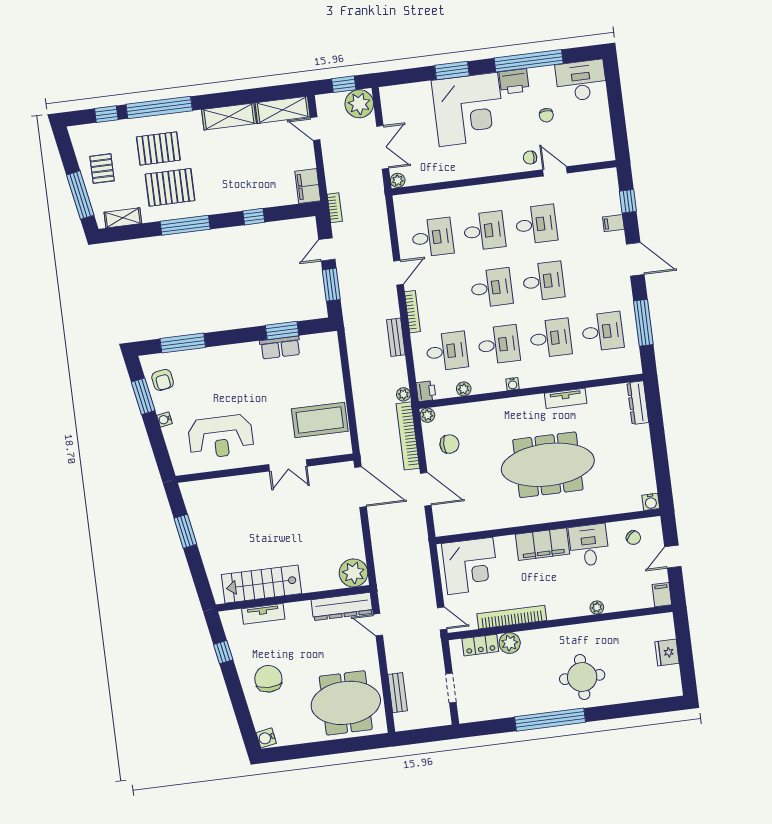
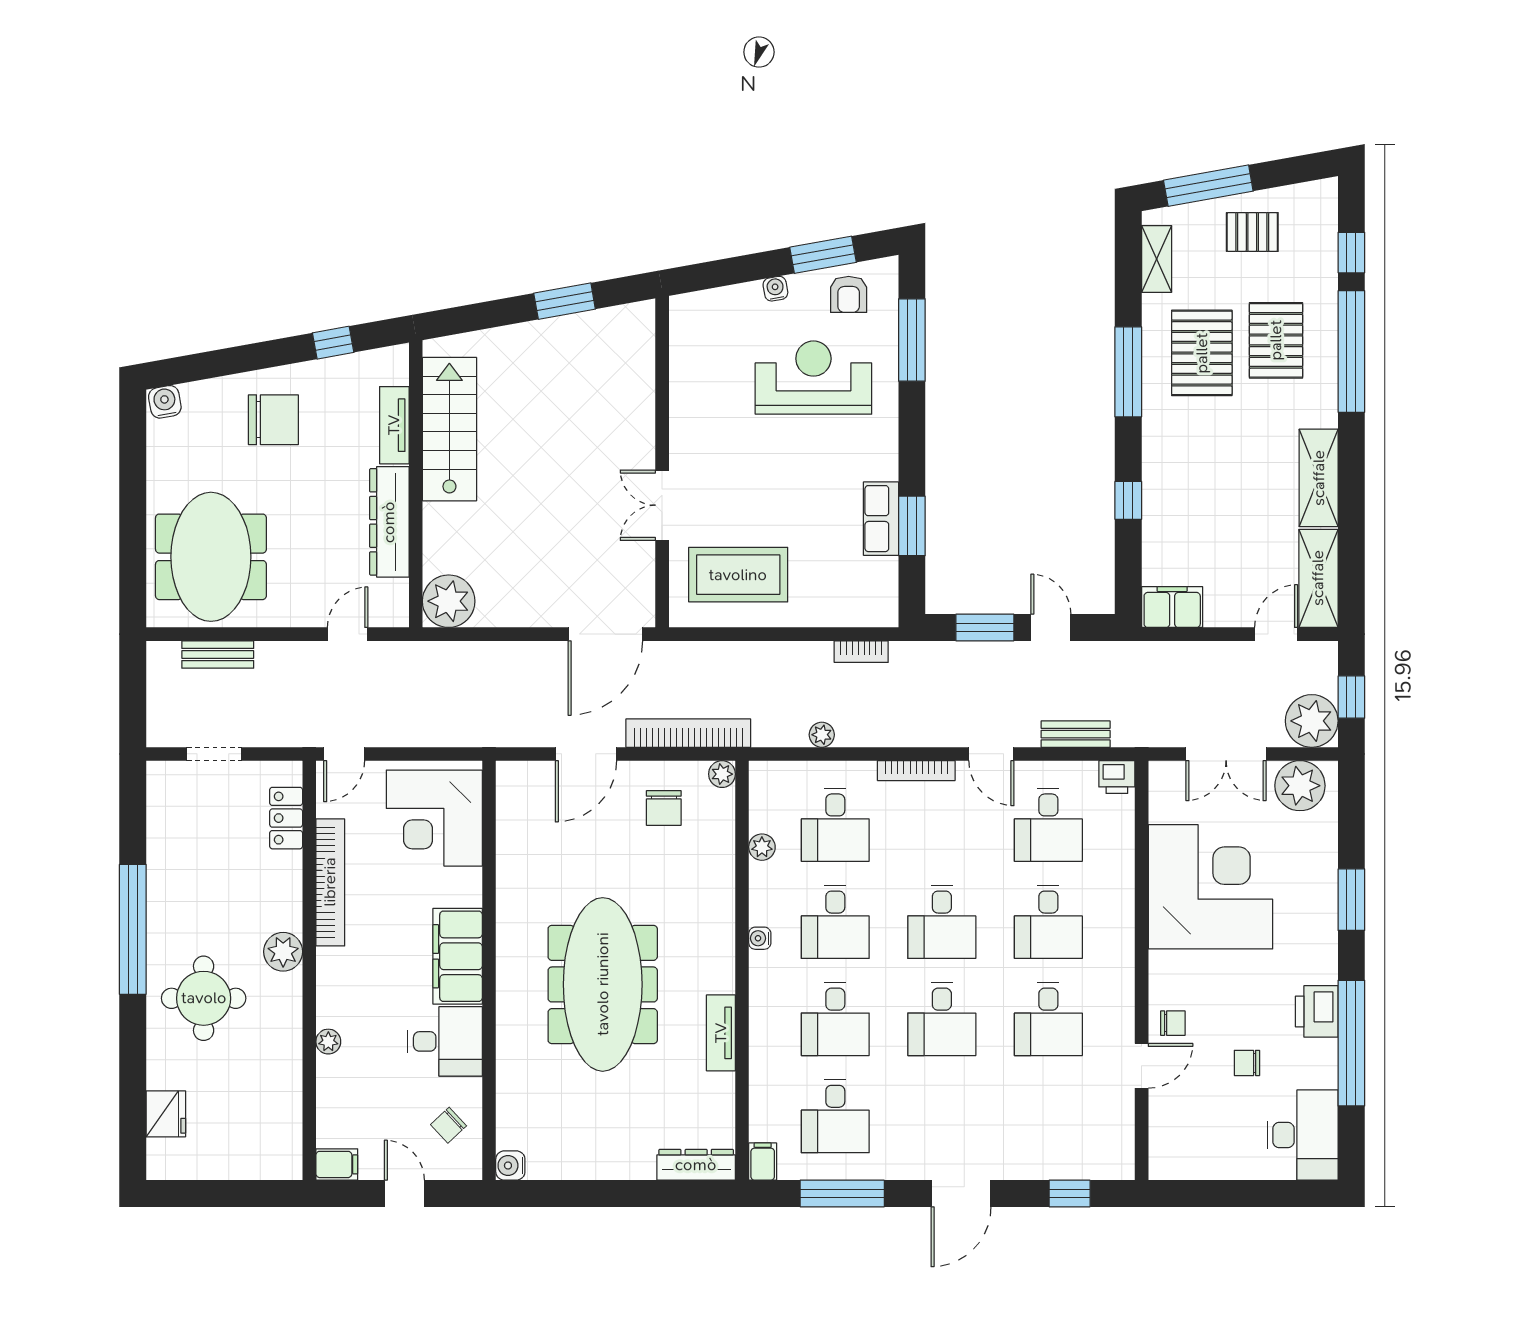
corner desk: (468, 109) -> (1210, 887), moved, turned 180
chair: (530, 158) -> (1173, 1023), turned 90
plant: (398, 180) -> (1300, 786), moved, width x1.88, depth x1.88
bookcase: (335, 208) -> (861, 652), moved
filing cabinet: (613, 223) -> (763, 1162), moved
bench: (396, 337) -> (1076, 734), moved
armchair: (163, 380) -> (849, 294), turned -81
printer: (426, 391) -> (1117, 777), moved
plant: (403, 394) -> (822, 735), moved
coffee table: (320, 420) -> (738, 575), turned 90
reception desk: (221, 437) -> (813, 378), moved, turned 90
dresser: (342, 607) -> (389, 522), moved
plant: (510, 643) -> (283, 952), moved
fridge: (667, 652) -> (166, 1114), moved, turned 90

